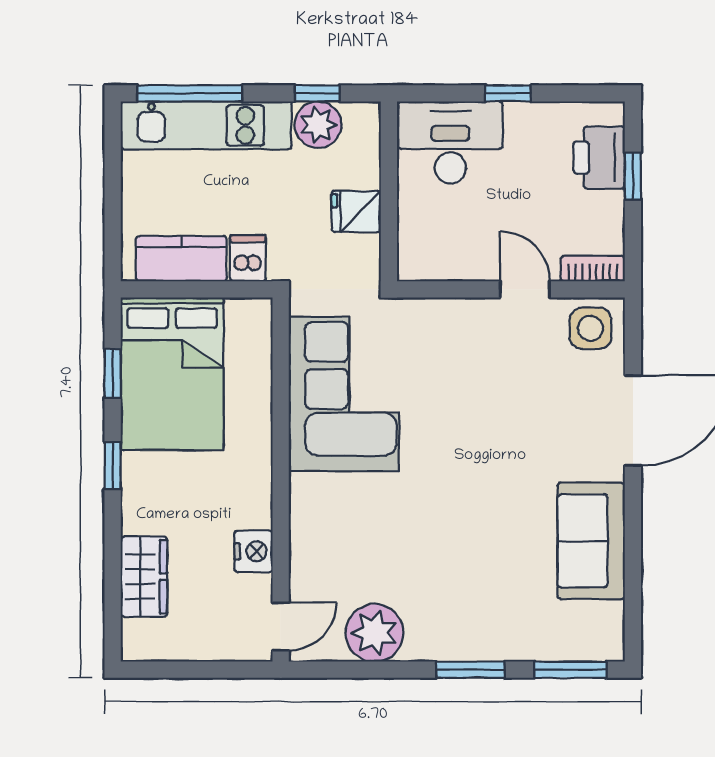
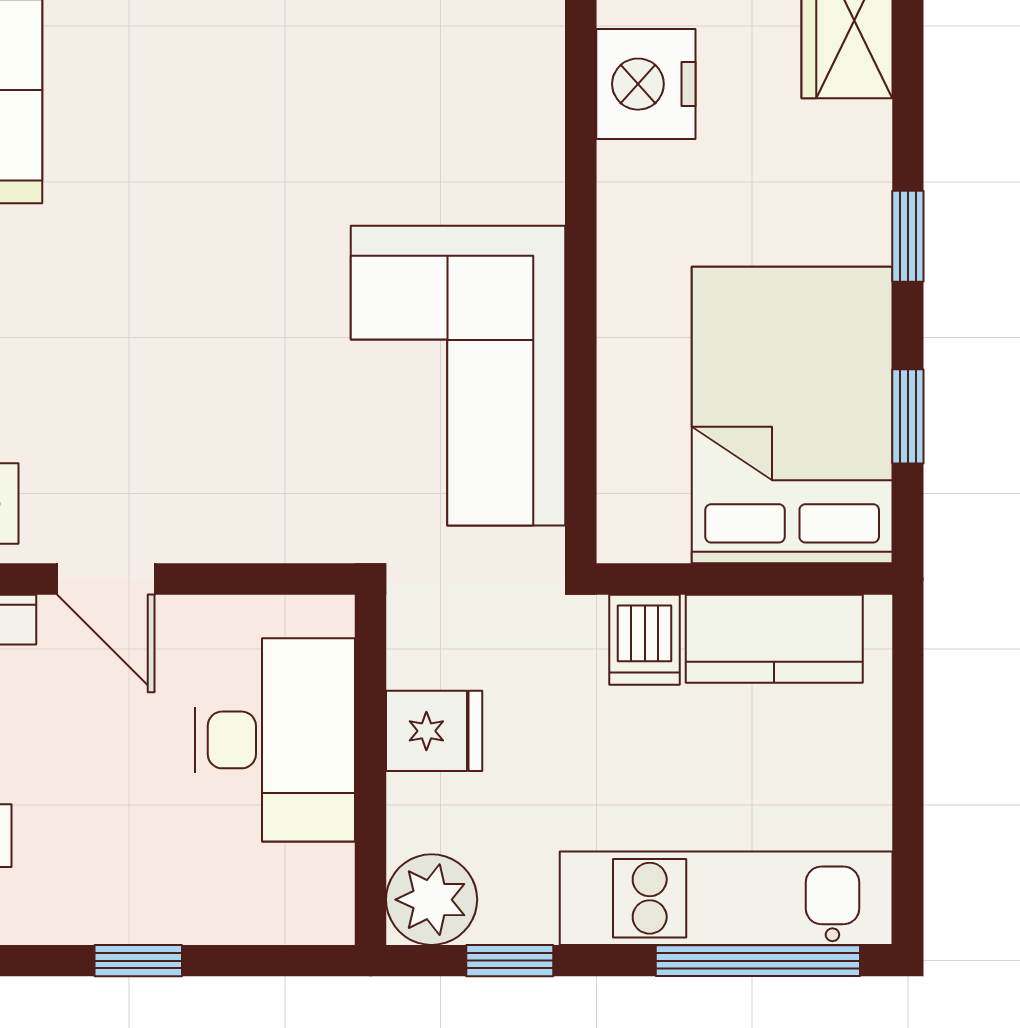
plant: (318, 125) -> (432, 900), moved
desk: (450, 142) -> (275, 740), moved, turned -90
nightstand: (254, 551) -> (646, 84), width x1.36, depth x1.33

